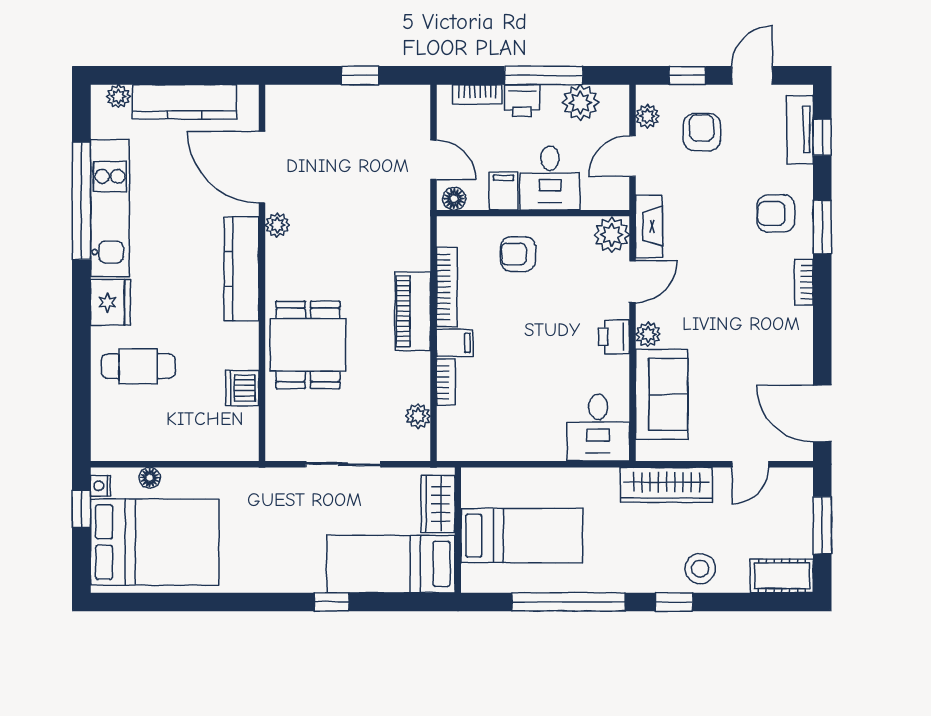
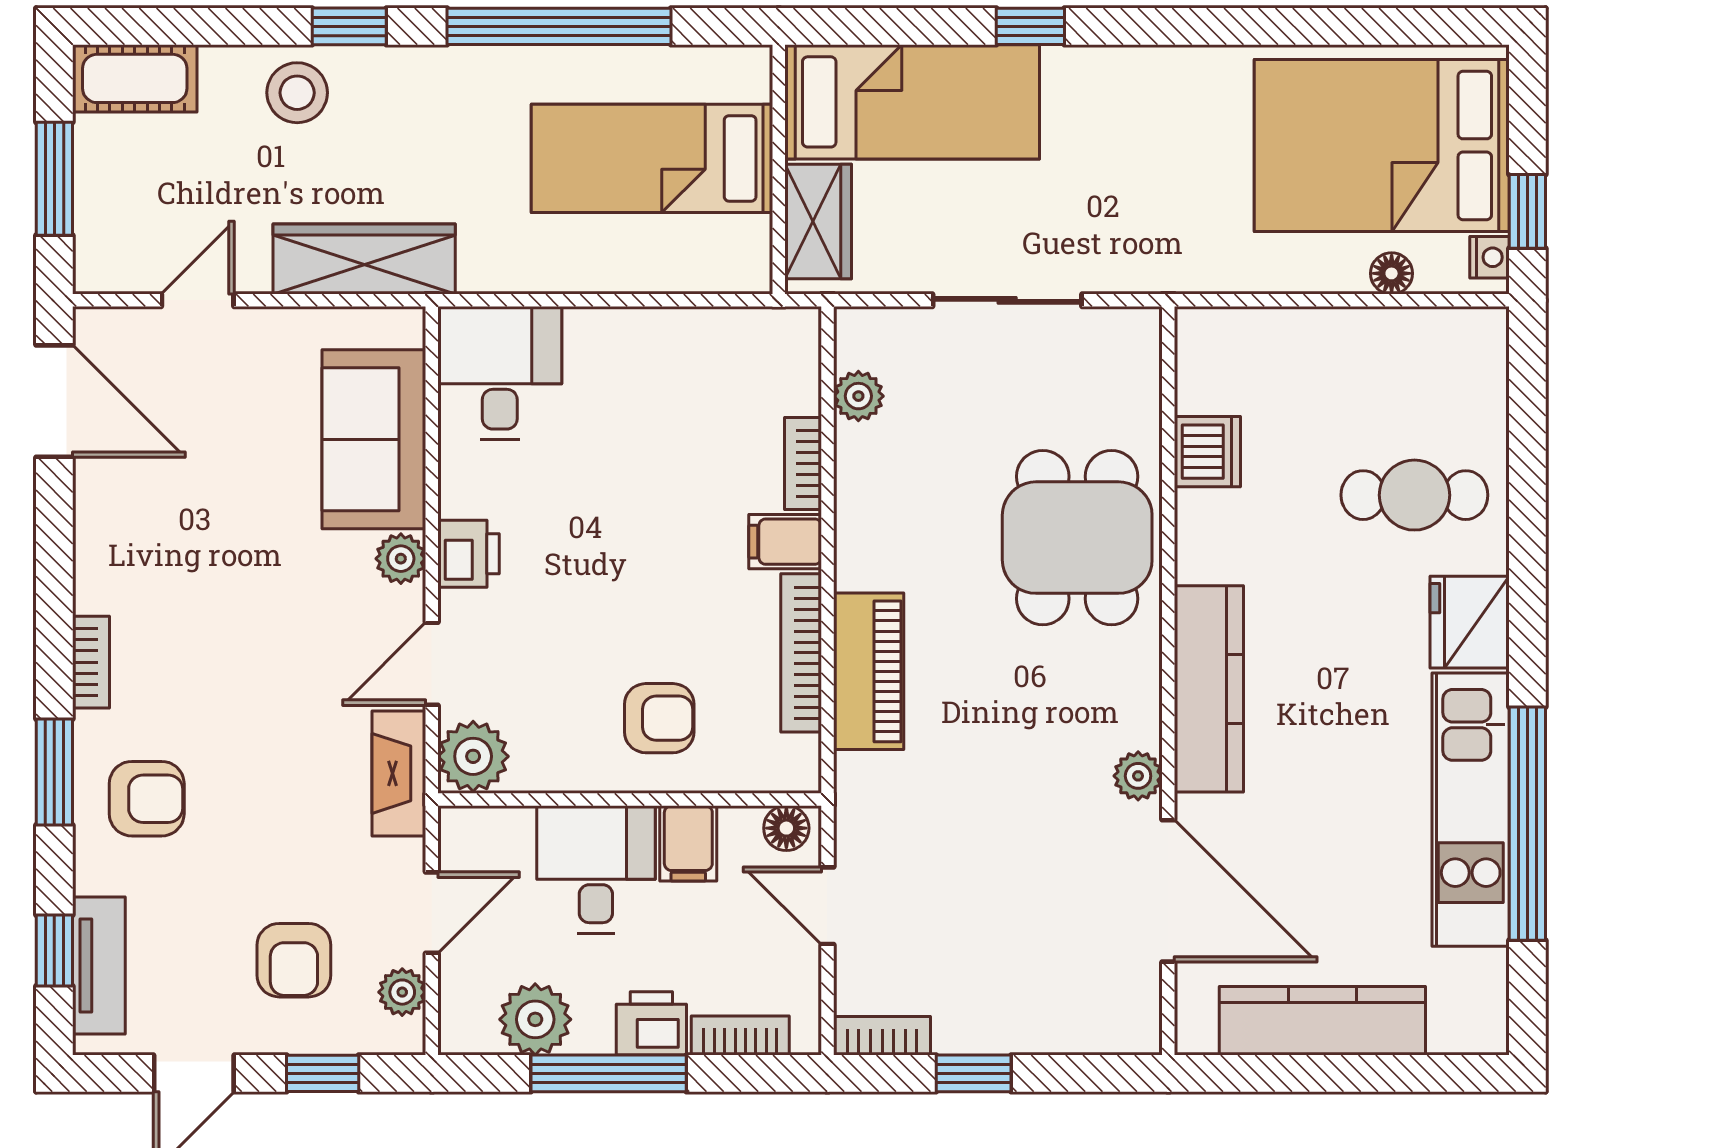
bookcase: (406, 94) -> (882, 1036), added
plant: (118, 96) -> (1454, 1032), removed
piano: (413, 311) -> (869, 671), moved

